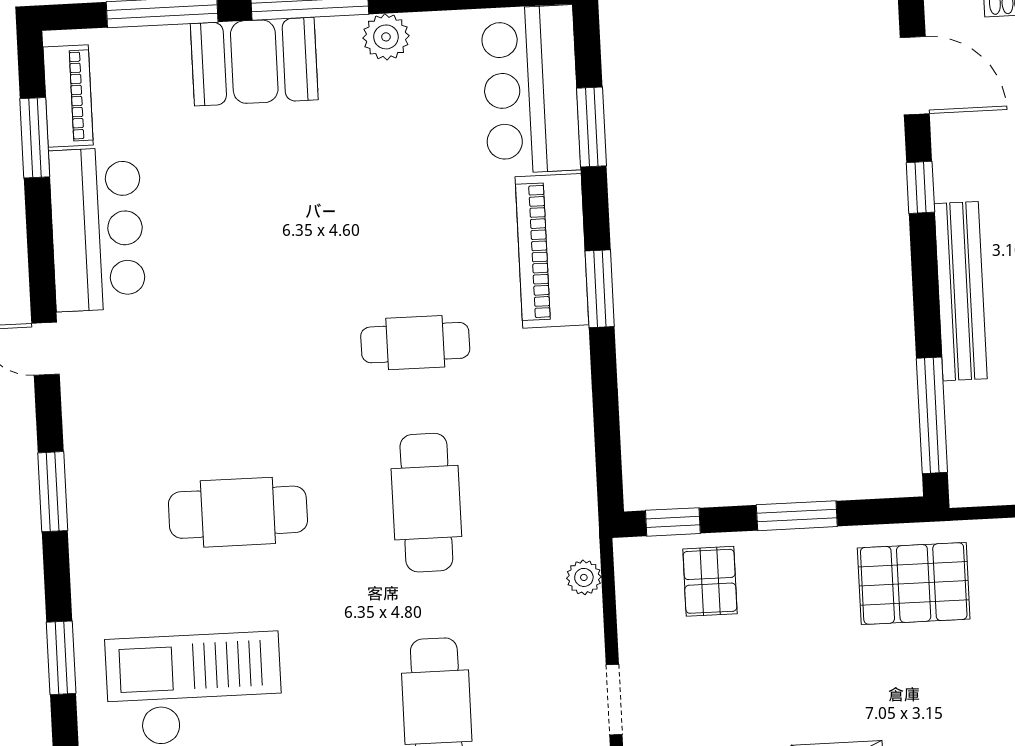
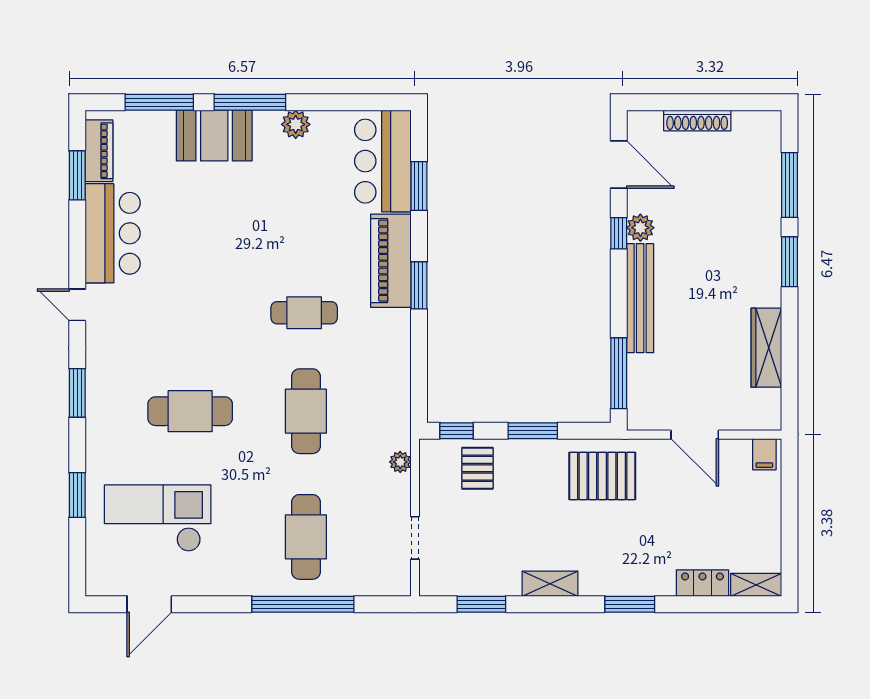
plant: (955, 177) -> (640, 228), added

